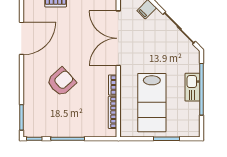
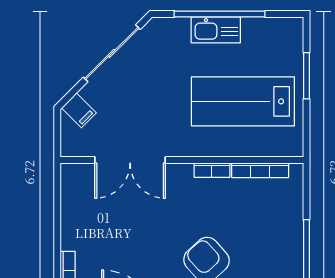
double door: (118, 38) -> (130, 160), width x0.73
lab bench: (152, 103) -> (243, 101), turned 180

